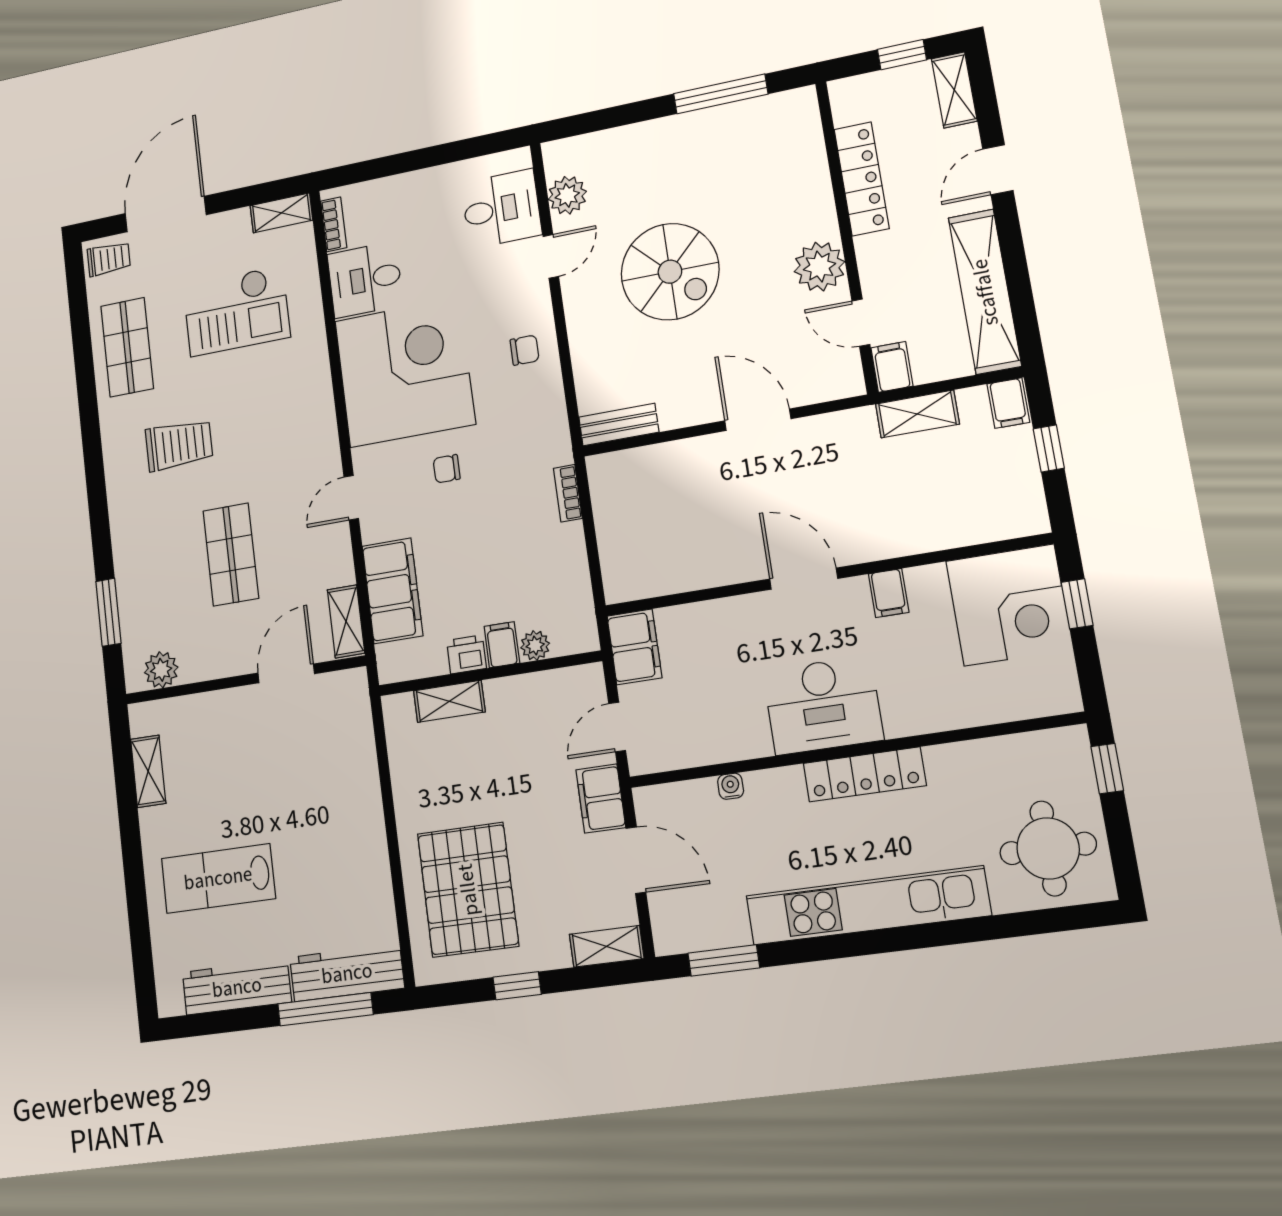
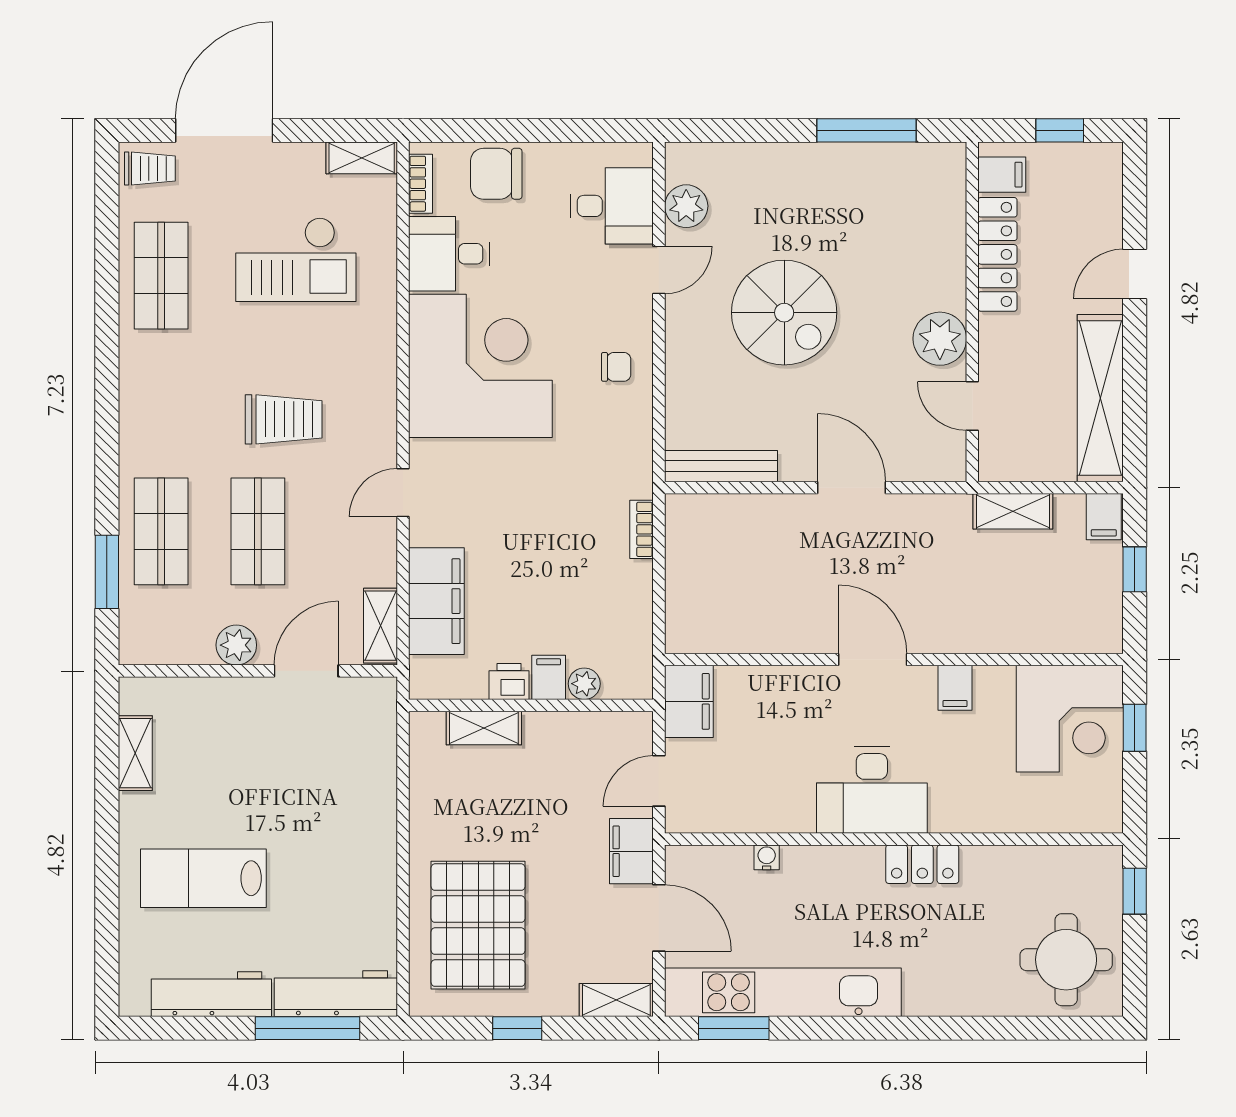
shelving: (954, 90) -> (1106, 180), removed
filing cabinet: (892, 367) -> (1002, 175), moved, turned 90
bench: (619, 425) -> (721, 466), width x1.36
trolley: (179, 445) -> (284, 419), moved
chair: (447, 469) -> (496, 174), moved, width x1.87, depth x1.87
shop shelf: (150, 569) -> (161, 531), added
plant: (161, 670) -> (236, 645), moved
locker: (865, 774) -> (922, 864), width x0.66
kitchen unit: (868, 906) -> (783, 992), moved

